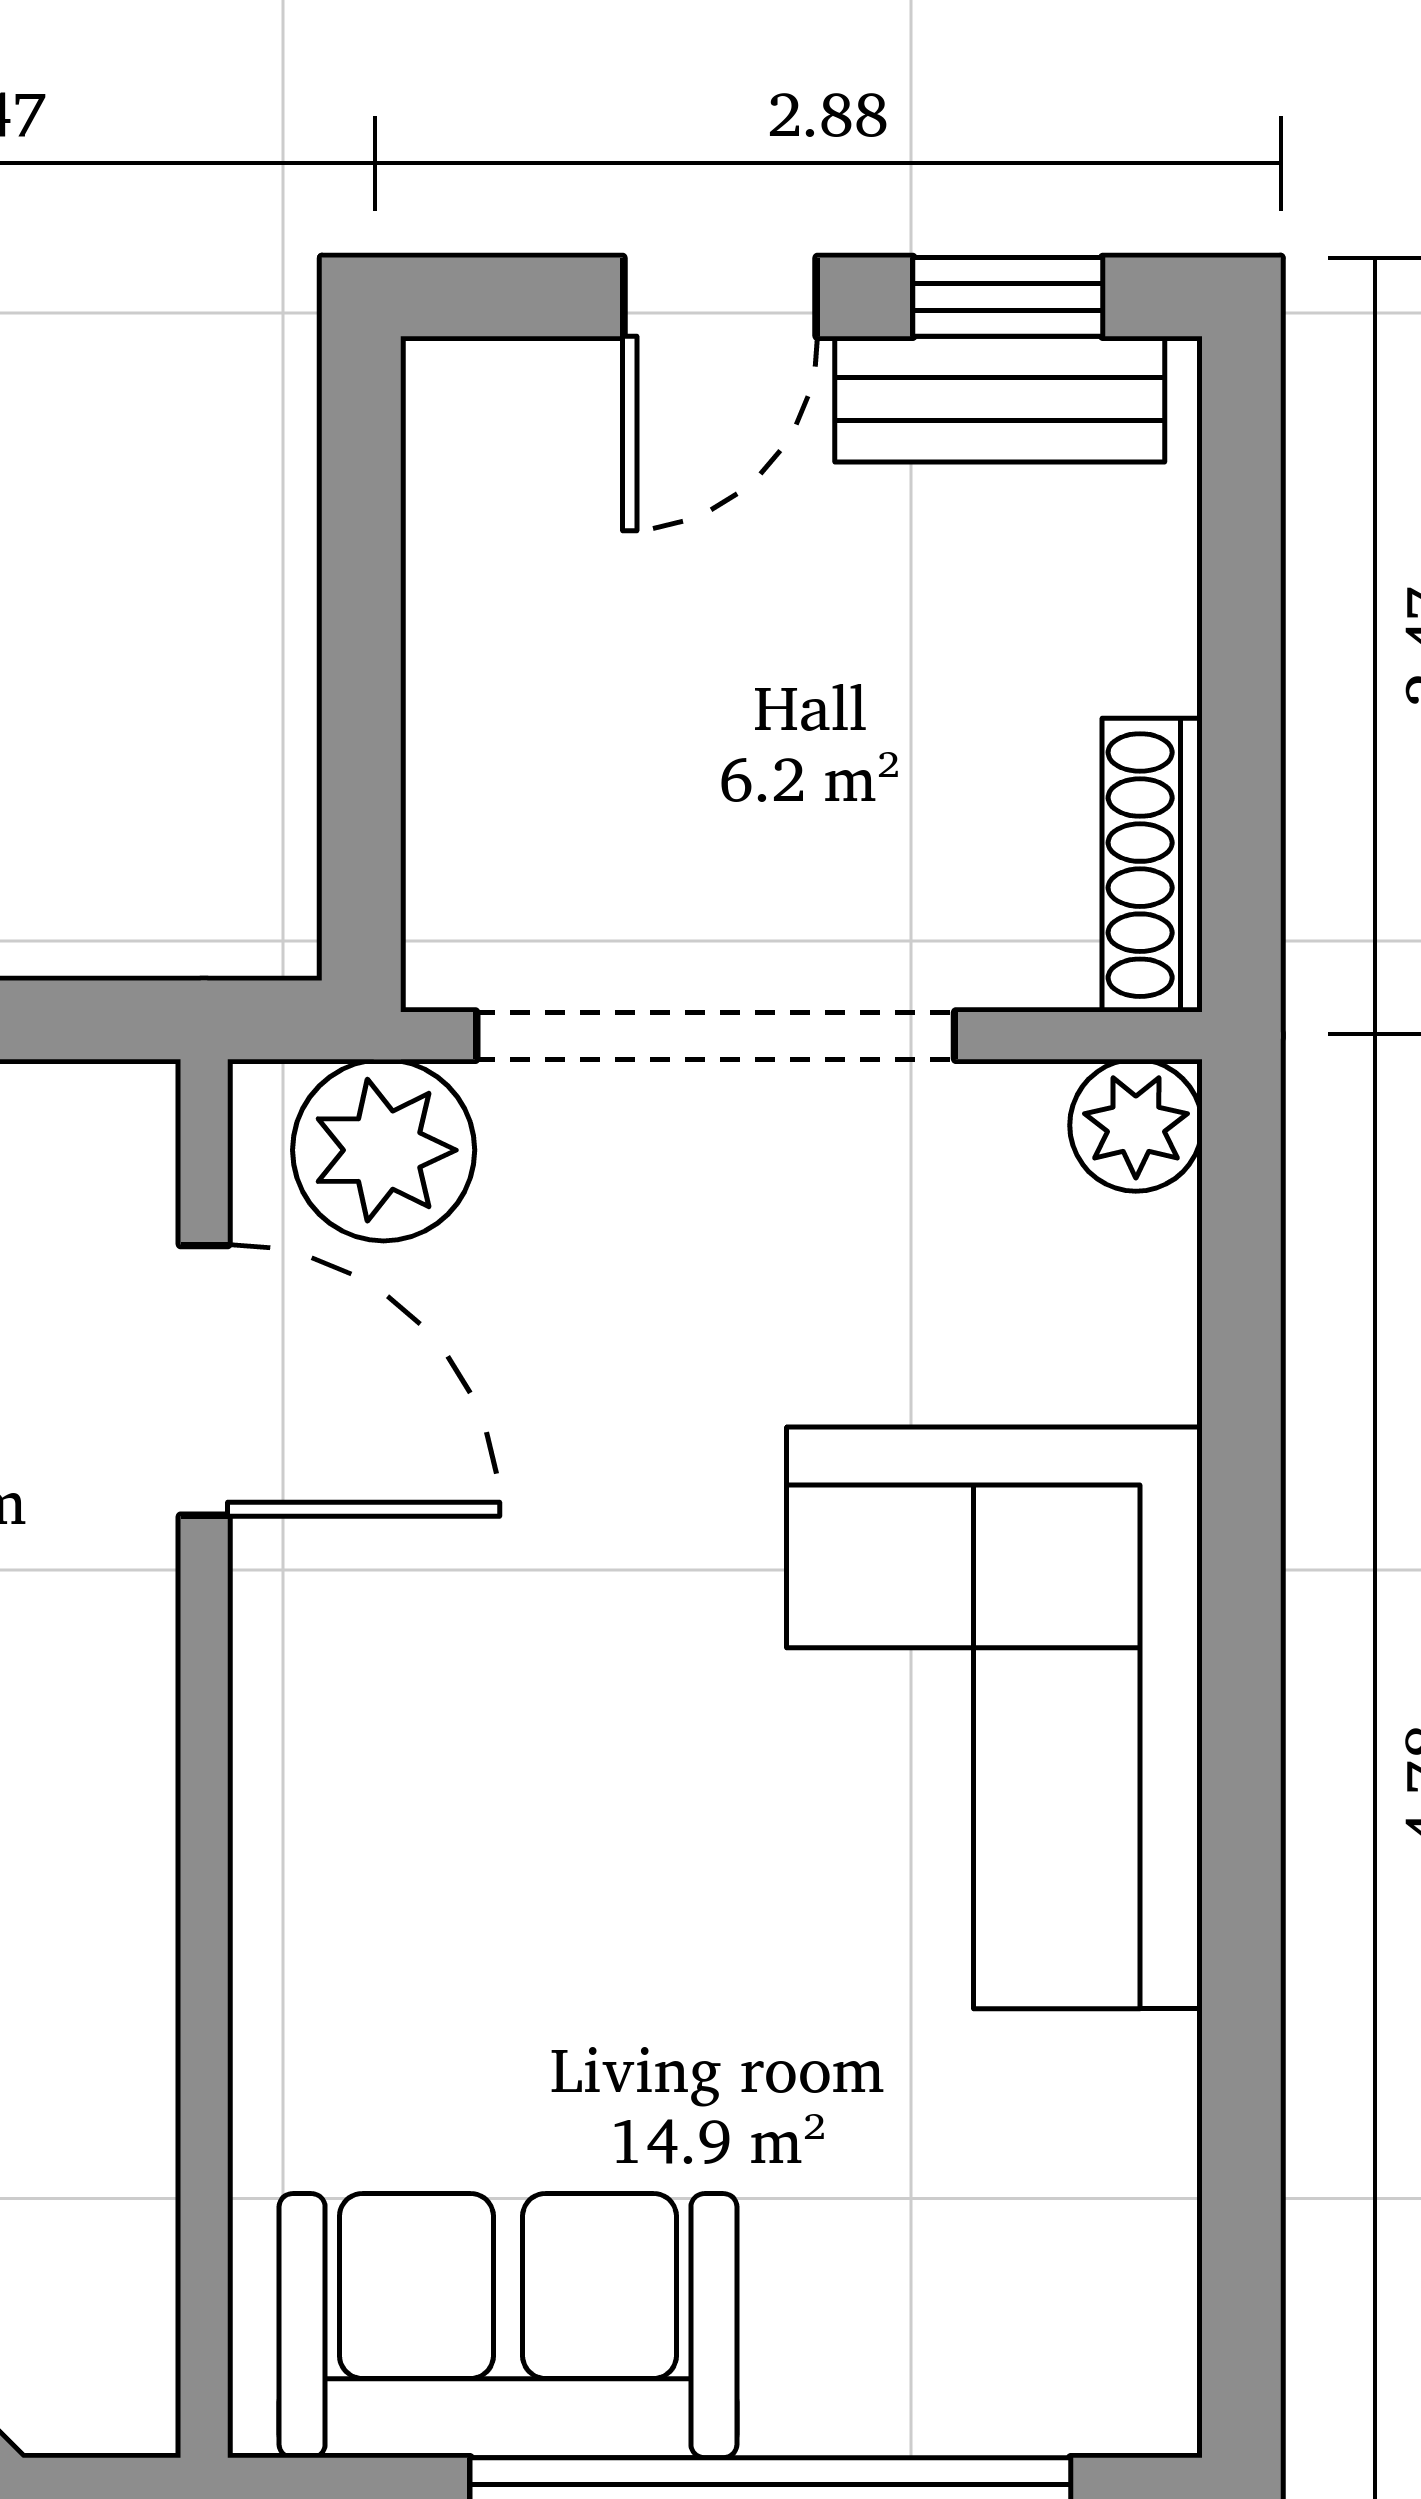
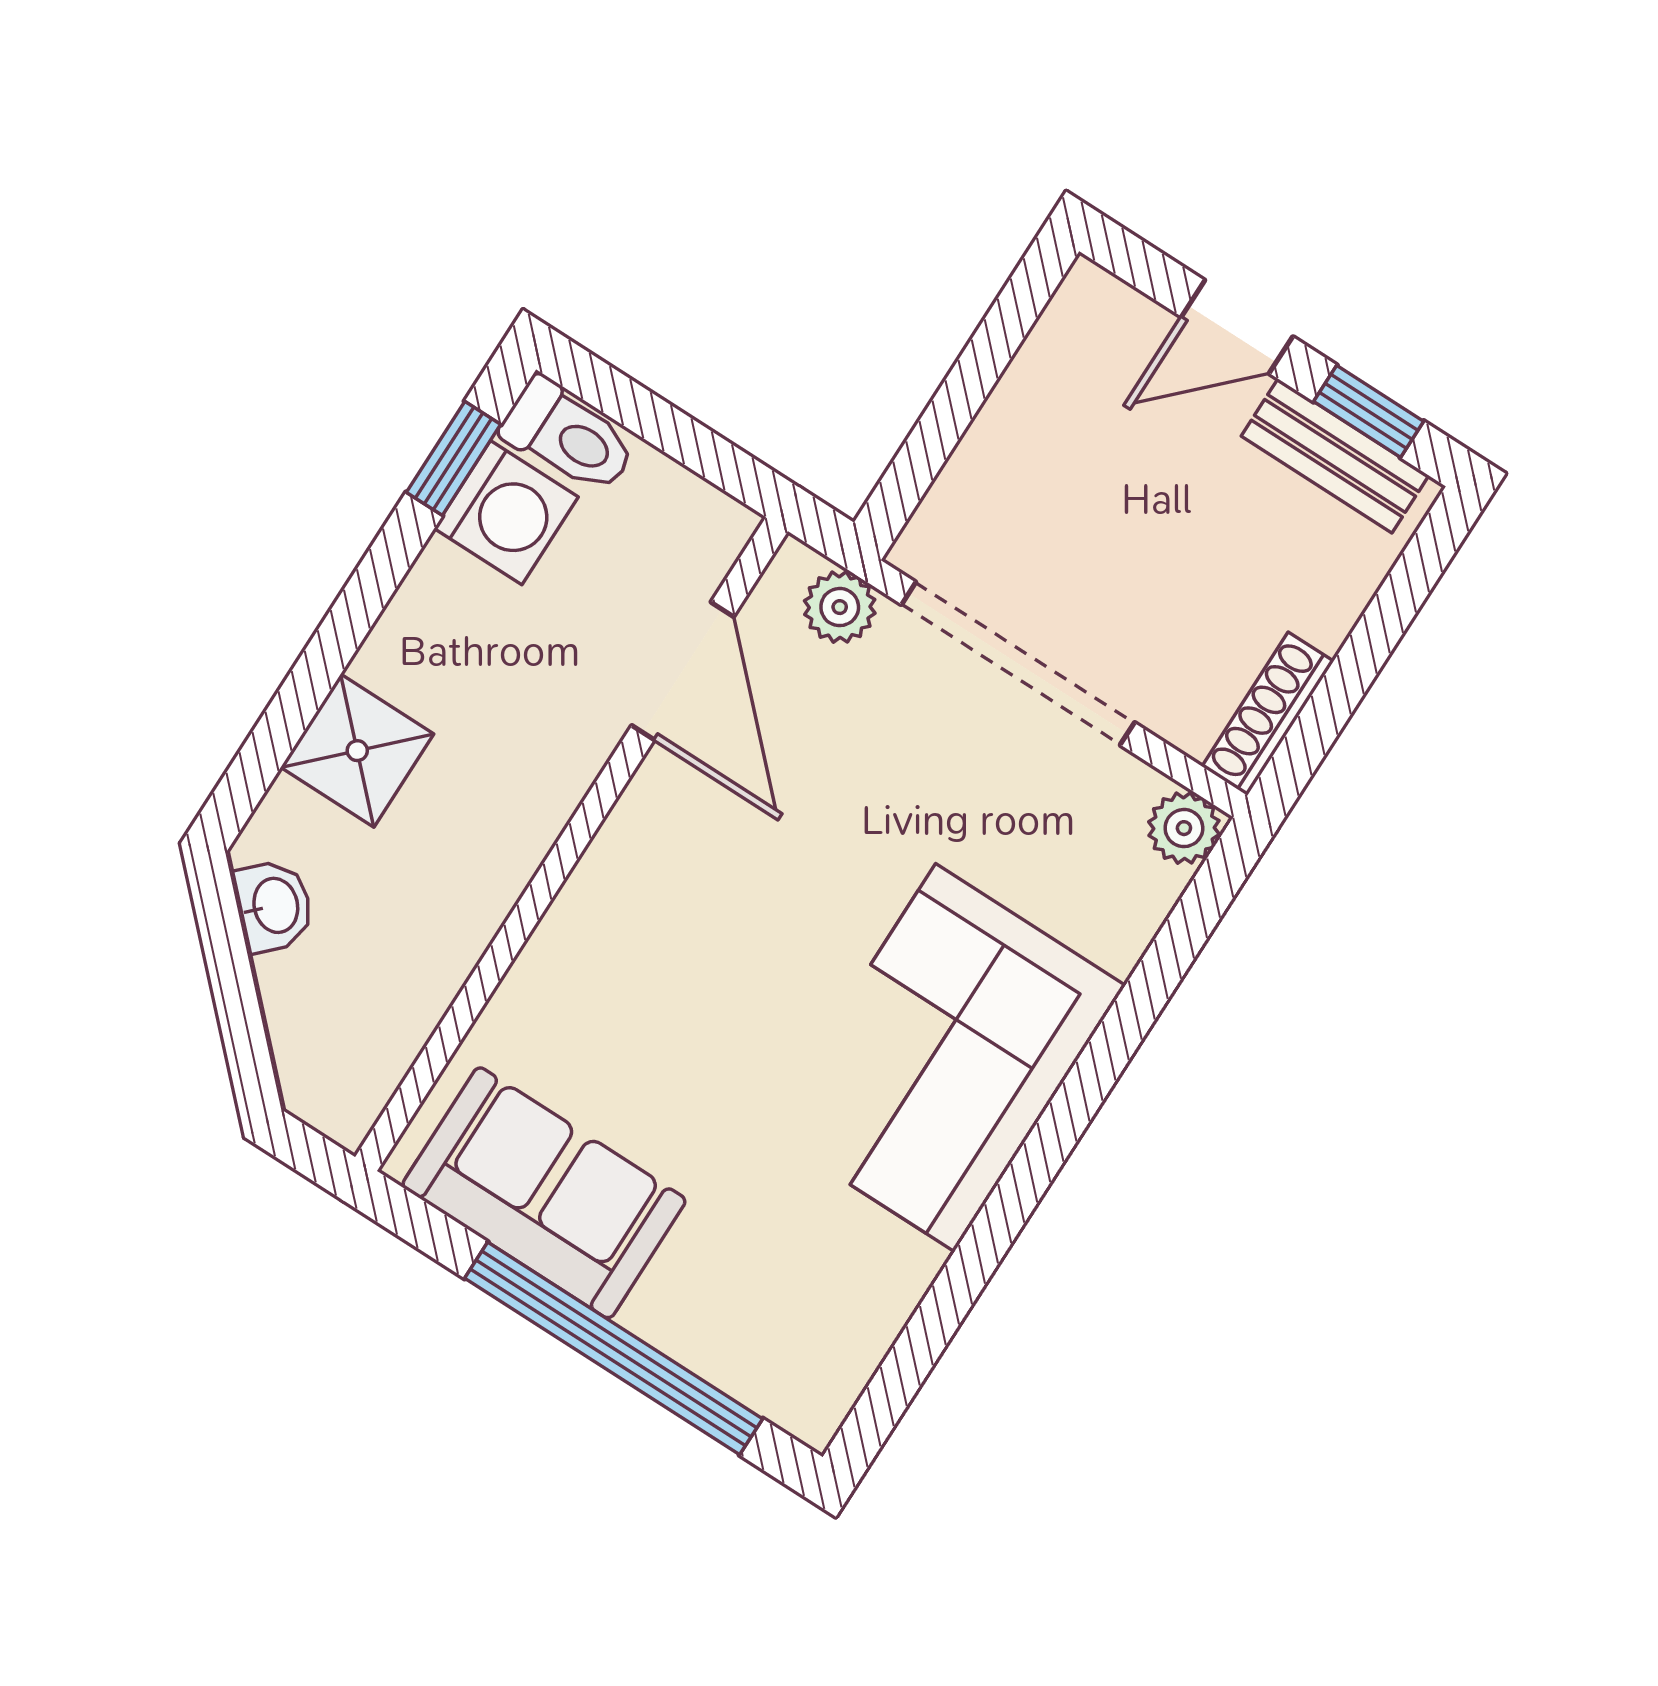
plant: (384, 1150) -> (840, 607), width x0.73, depth x0.73

